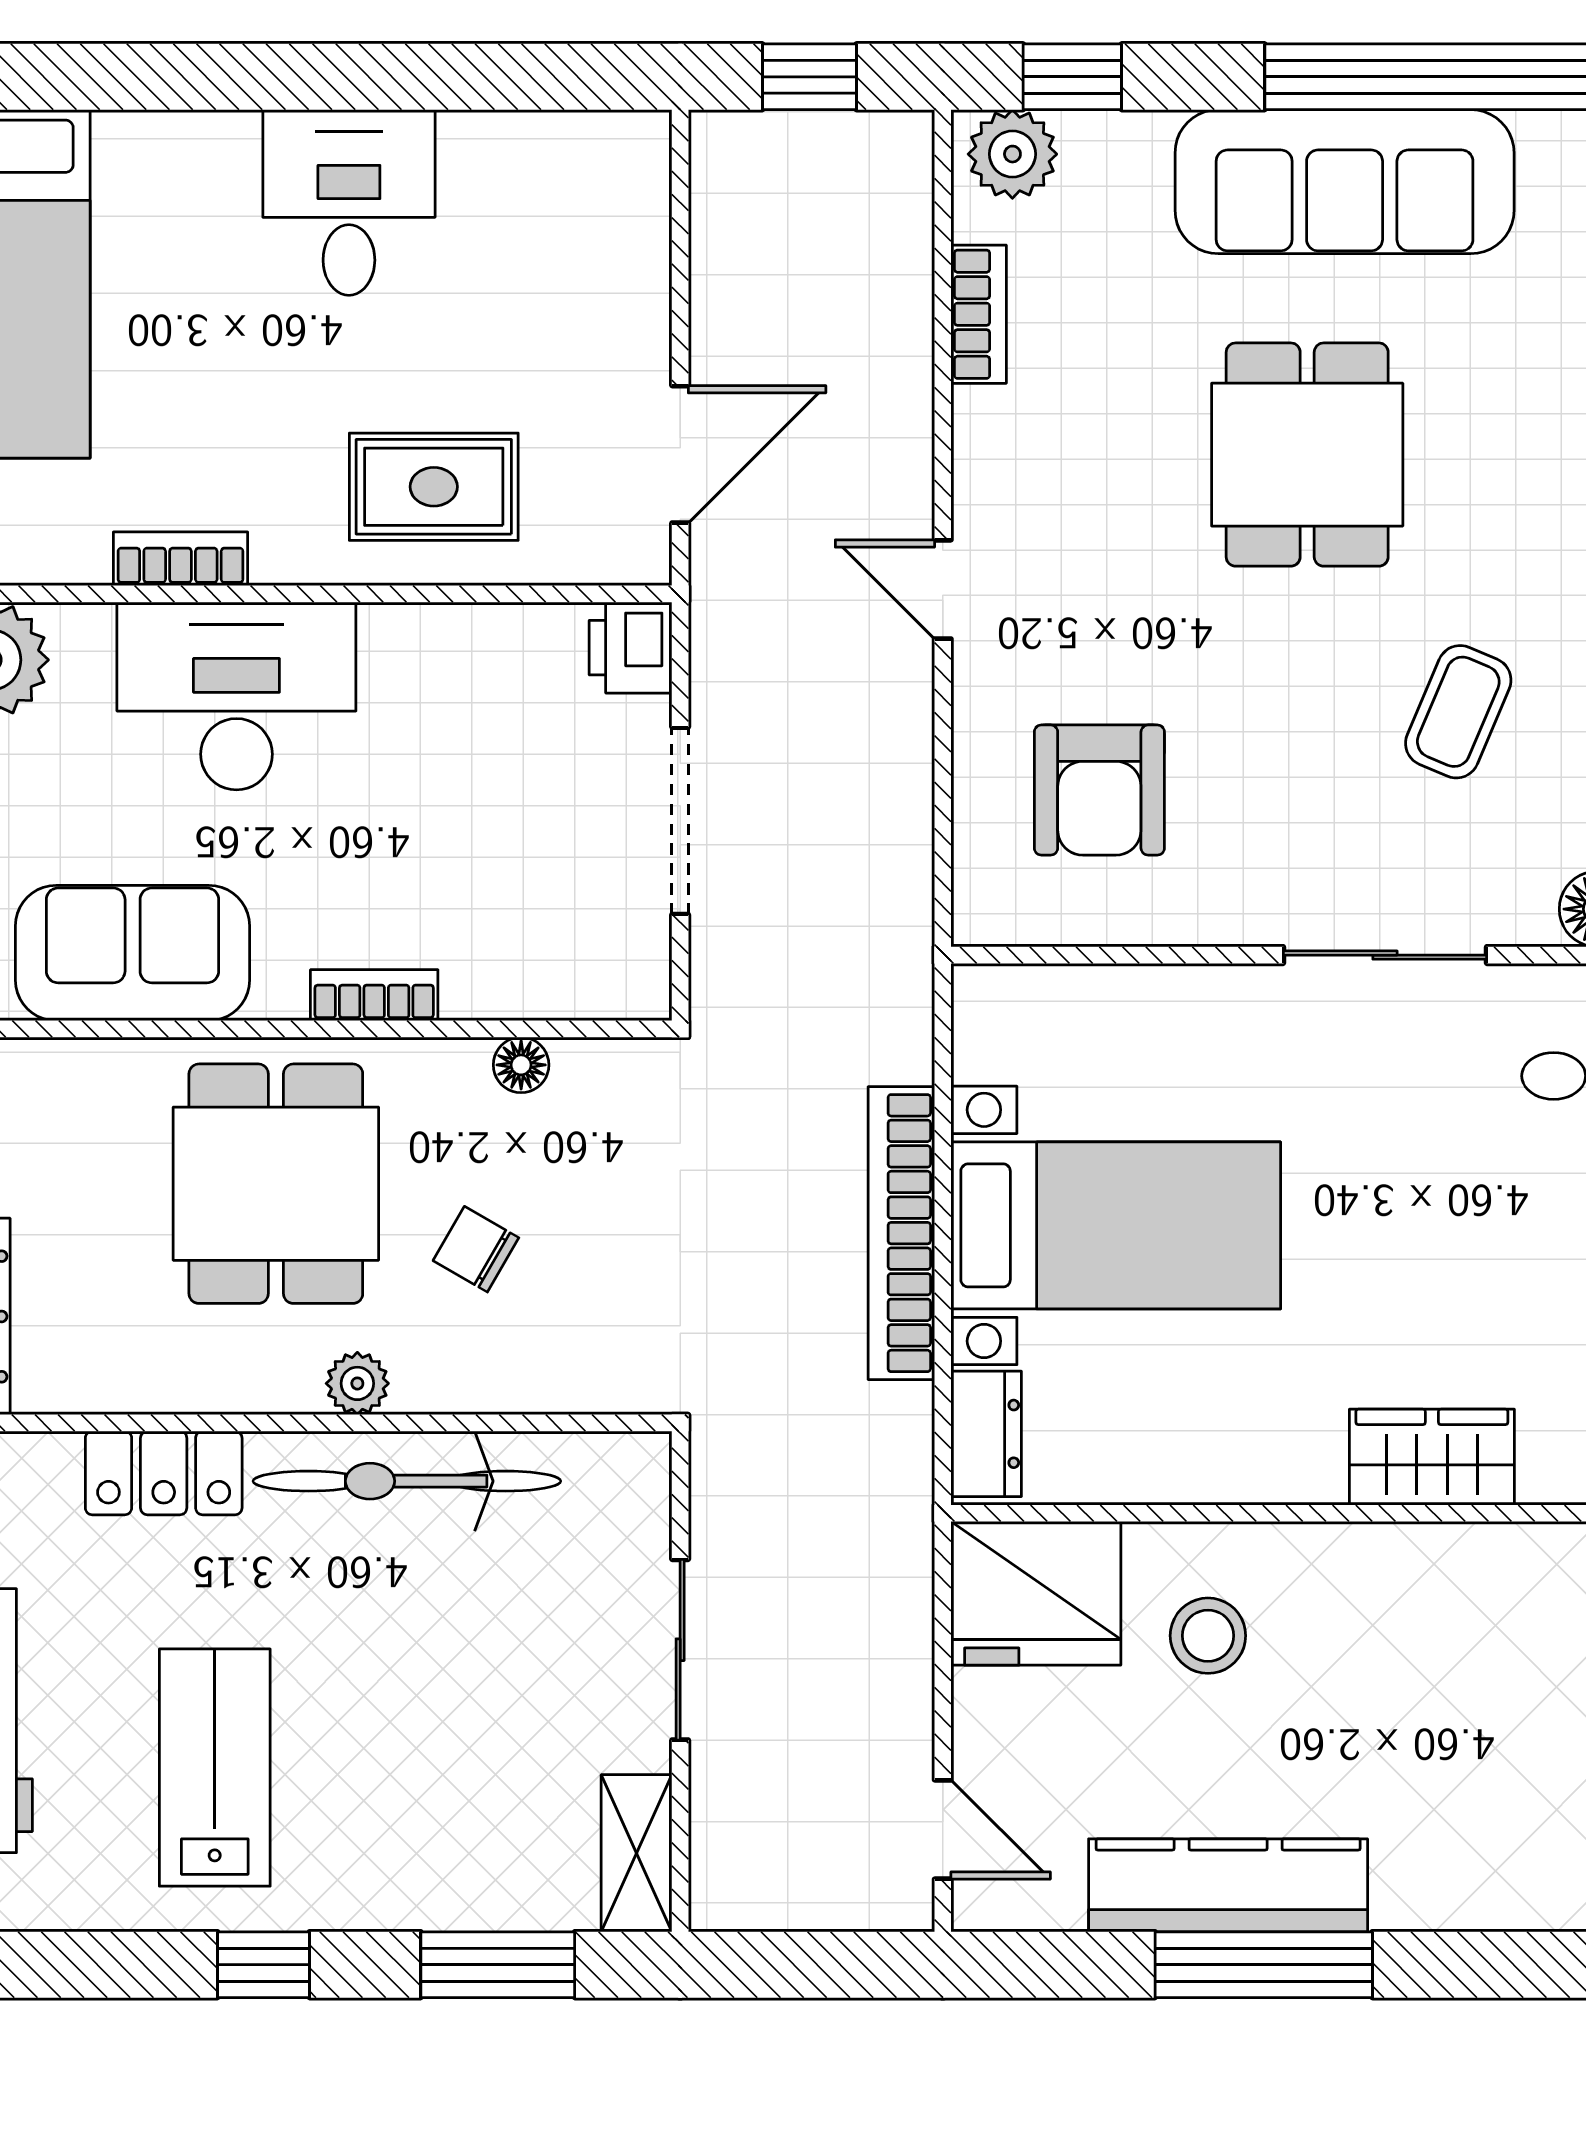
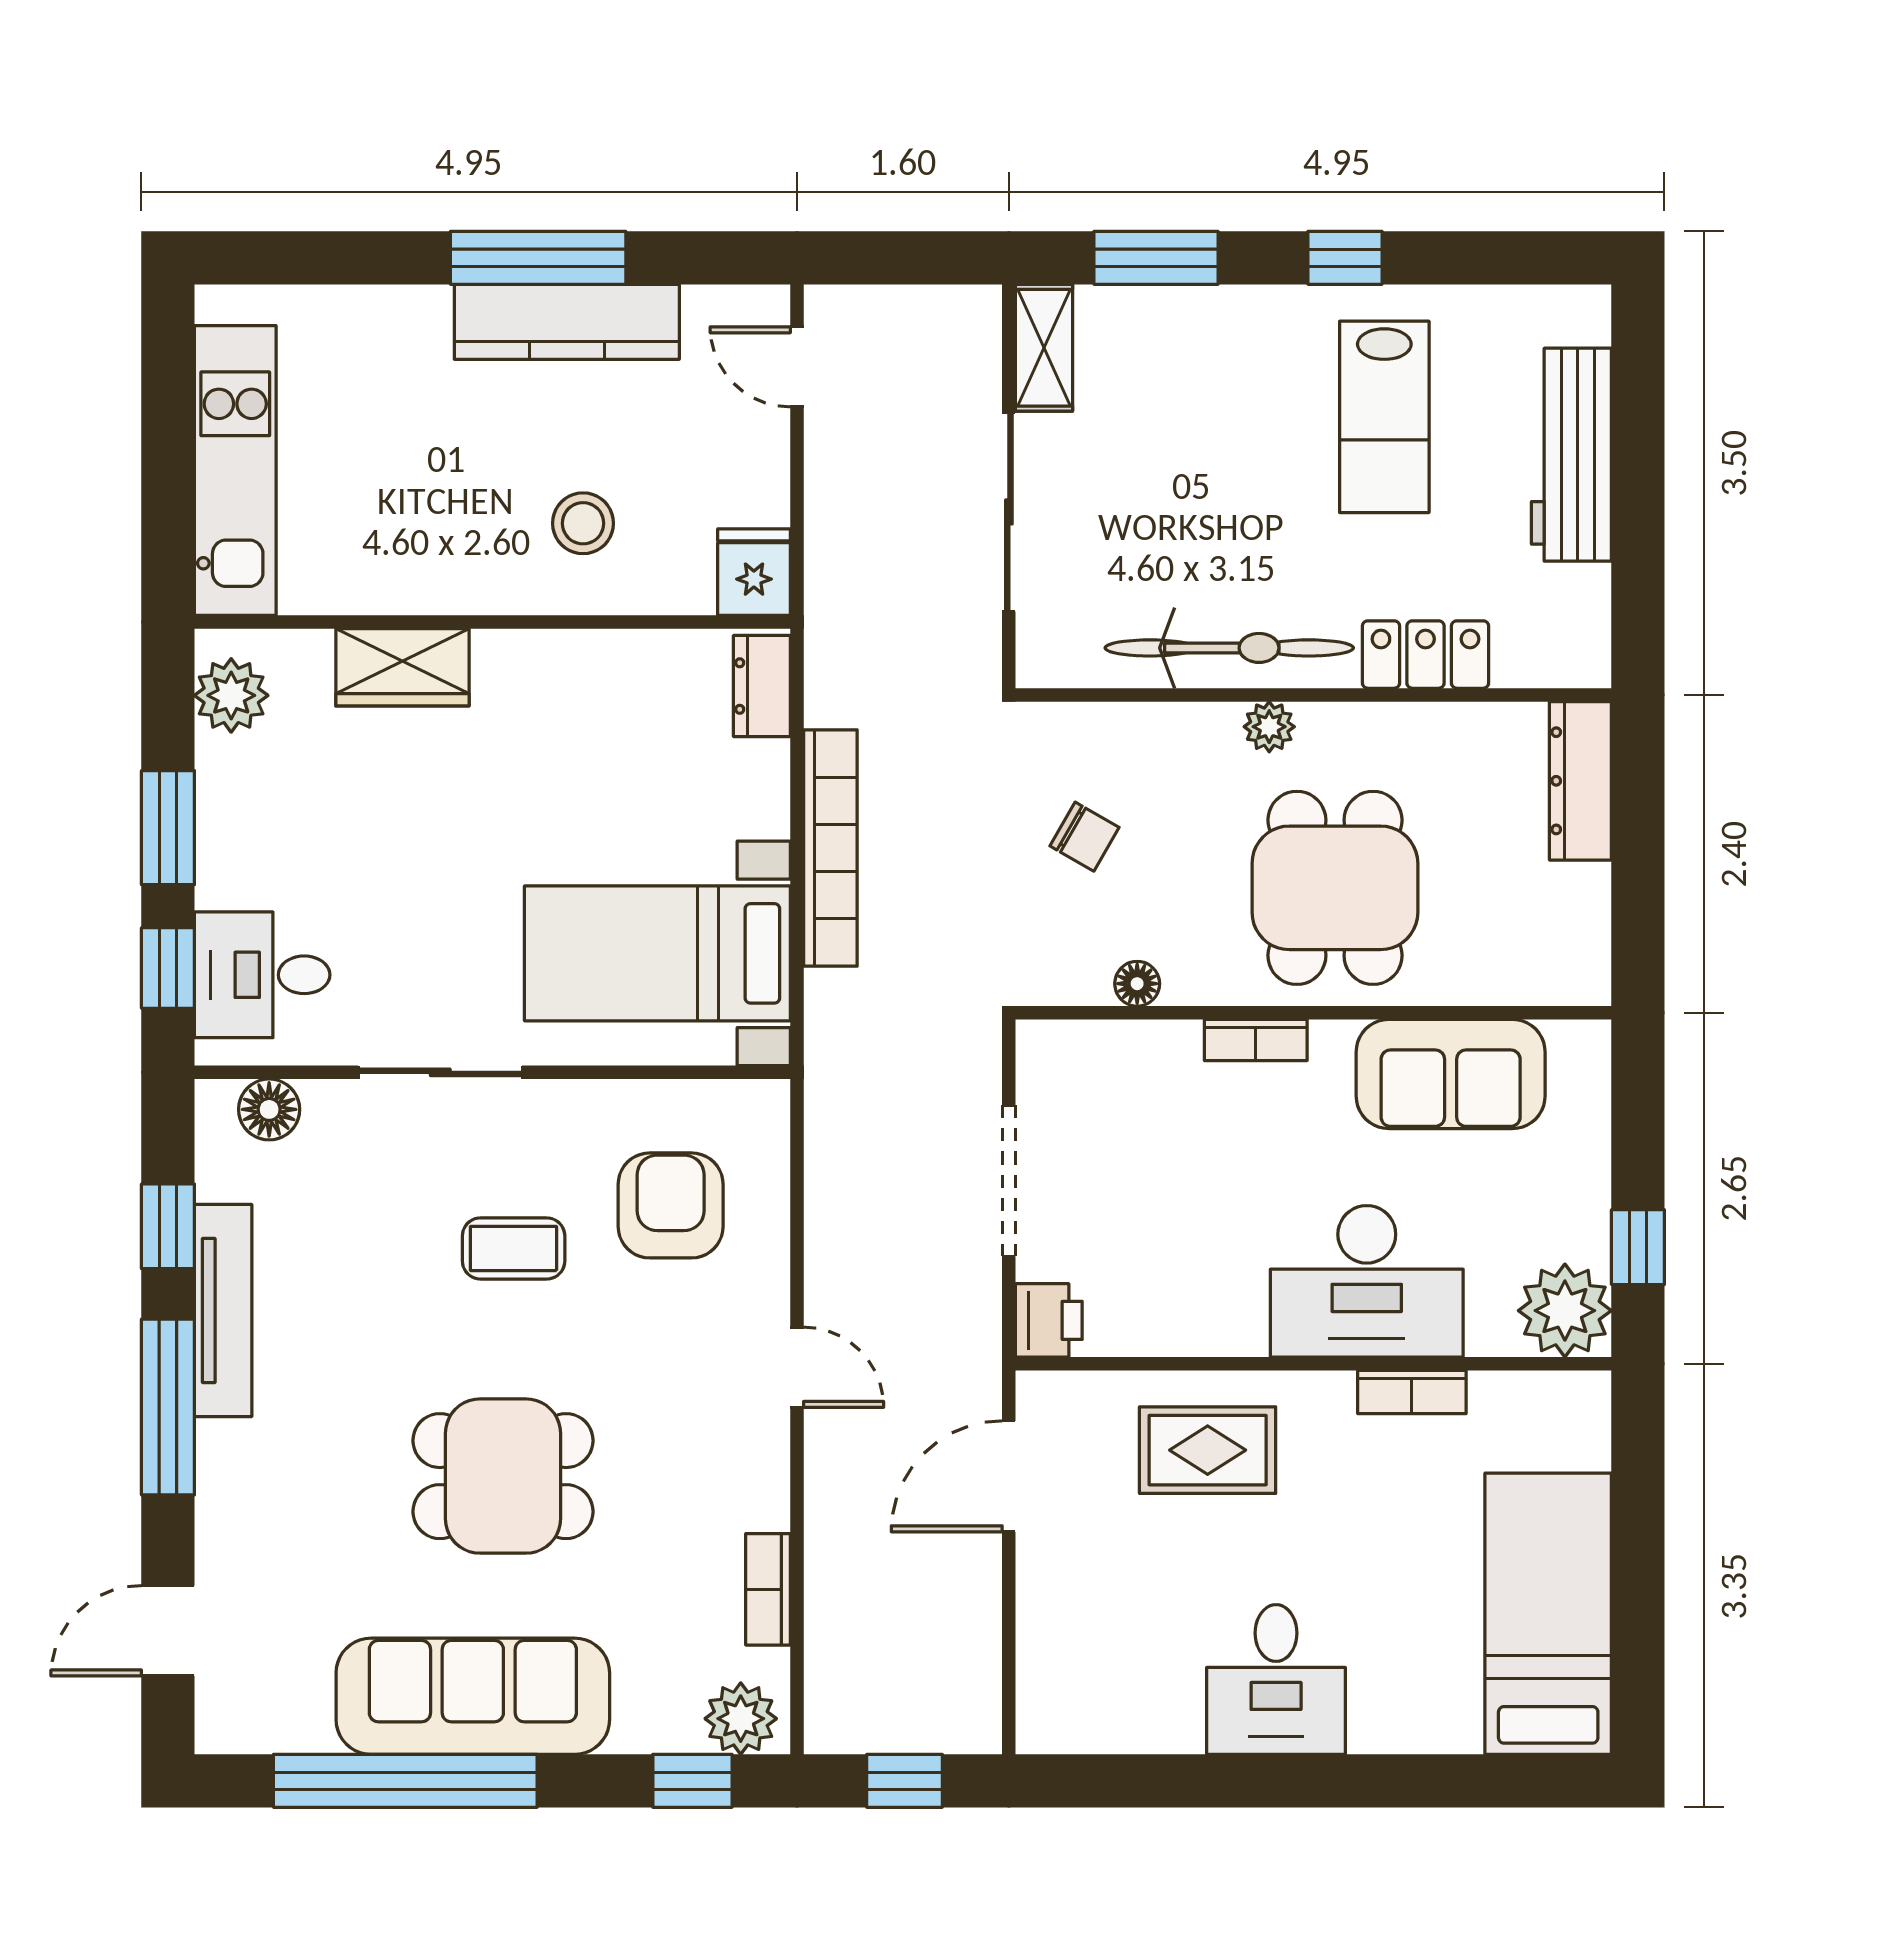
dining table: (1307, 455) -> (503, 1476), turned 90
coffee table: (1458, 712) -> (514, 1248), moved, turned 67
bed with nightstands: (1116, 1225) -> (657, 953), moved
chair: (476, 1249) -> (1084, 837), moved
fridge: (1036, 1593) -> (754, 572), width x0.53, depth x0.75
sliding door: (680, 1650) -> (1009, 512), width x1.37

